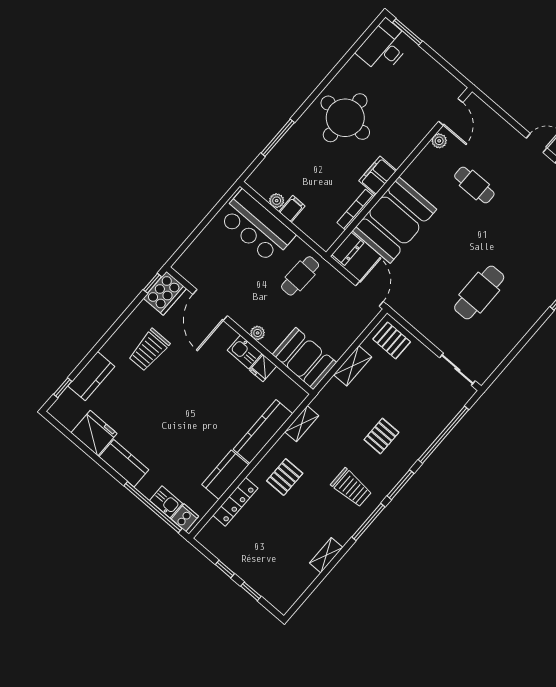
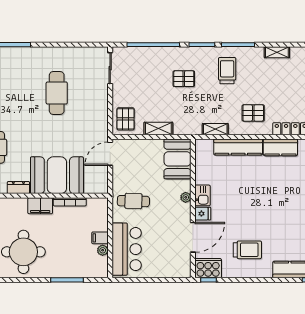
dresser: (348, 249) -> (18, 188), moved
cafe table: (479, 293) -> (57, 93), turned 90
fridge: (263, 368) -> (203, 214), moved

